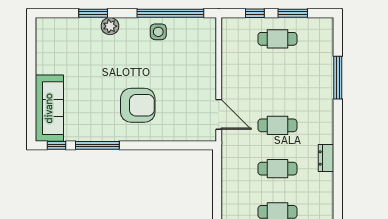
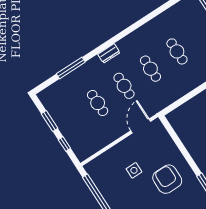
side table: (158, 32) -> (134, 170), moved
cafe table: (277, 39) -> (98, 103), moved
dresser: (326, 158) -> (109, 53), moved

